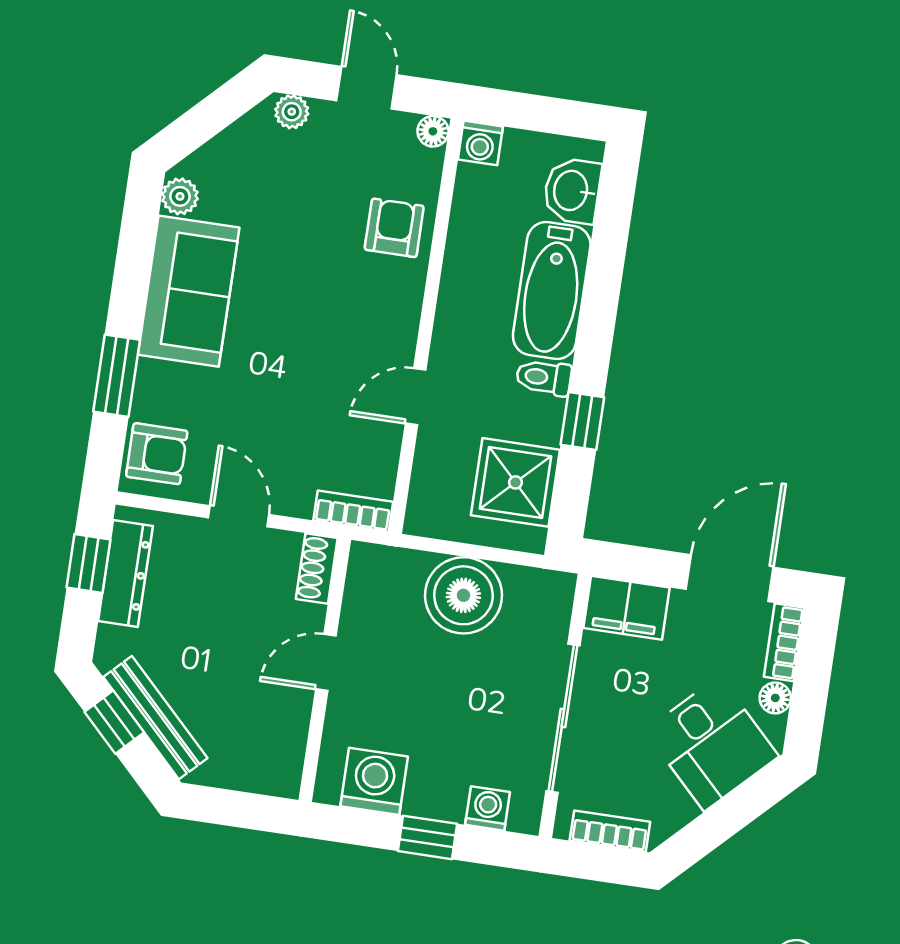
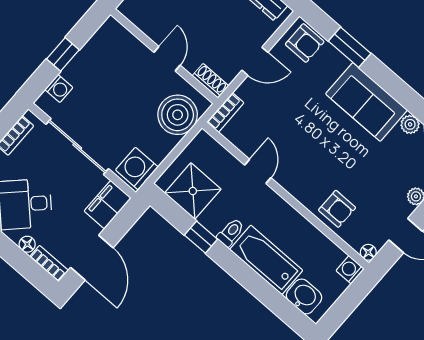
armchair: (157, 454) -> (305, 43), turned -90
boiler: (463, 595) -> (178, 115), moved
washing machine: (374, 781) -> (137, 169), moved, turned 180

